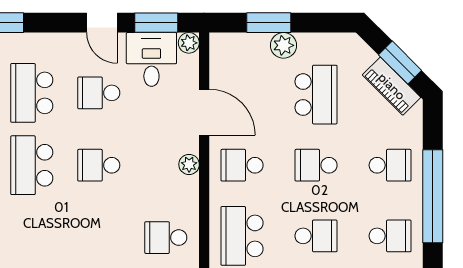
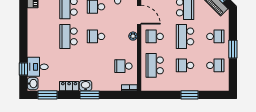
school desk: (316, 165) -> (185, 36), width x1.85
window: (433, 196) -> (233, 49), width x0.47
school desk: (316, 236) -> (185, 65), turned 180

